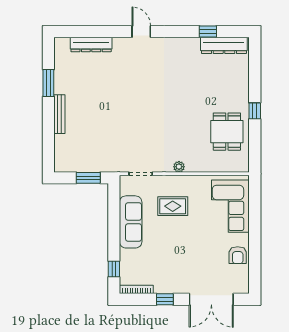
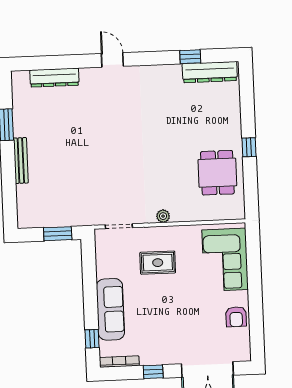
sofa: (131, 222) -> (110, 309), moved

